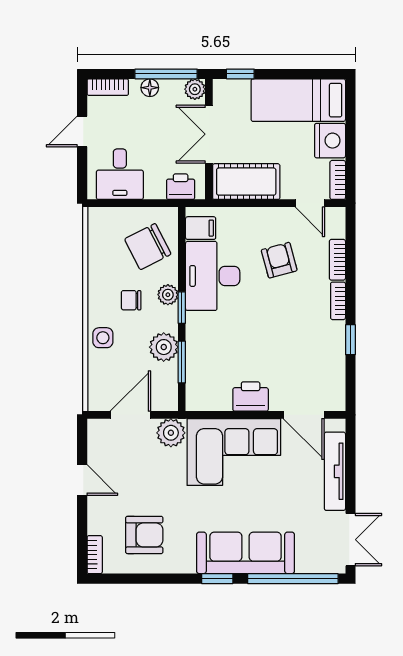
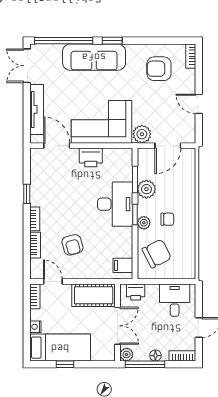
window: (240, 74) -> (65, 364), moved
nightstand: (330, 141) -> (35, 327), width x0.53, depth x0.56
desk: (213, 276) -> (115, 204), moved
side table: (103, 338) -> (186, 195), removed

